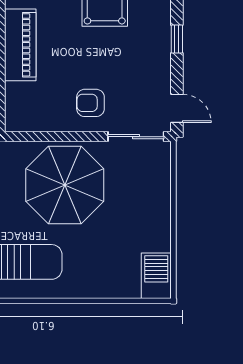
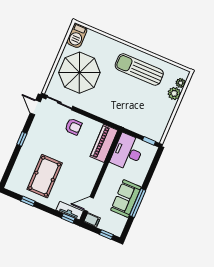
piano: (20, 45) -> (104, 143), moved
parasol: (65, 185) -> (79, 73), moved

